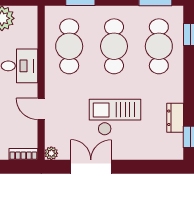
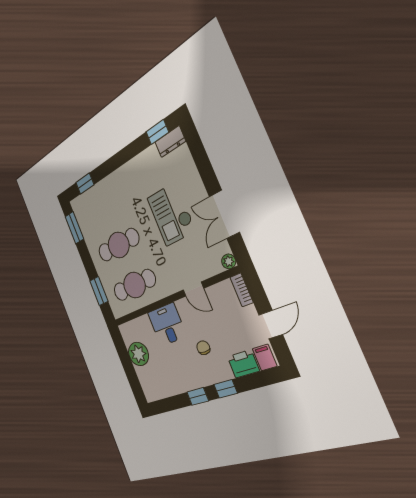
cafe table: (159, 46) -> (103, 206), removed
door: (41, 109) -> (193, 289), hinge flipped
dresser: (175, 118) -> (170, 142), moved

